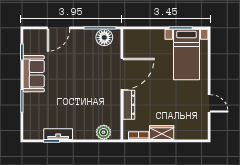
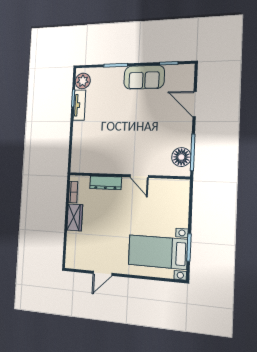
door: (122, 74) -> (139, 176), width x0.53
plant: (104, 132) -> (83, 81), moved

